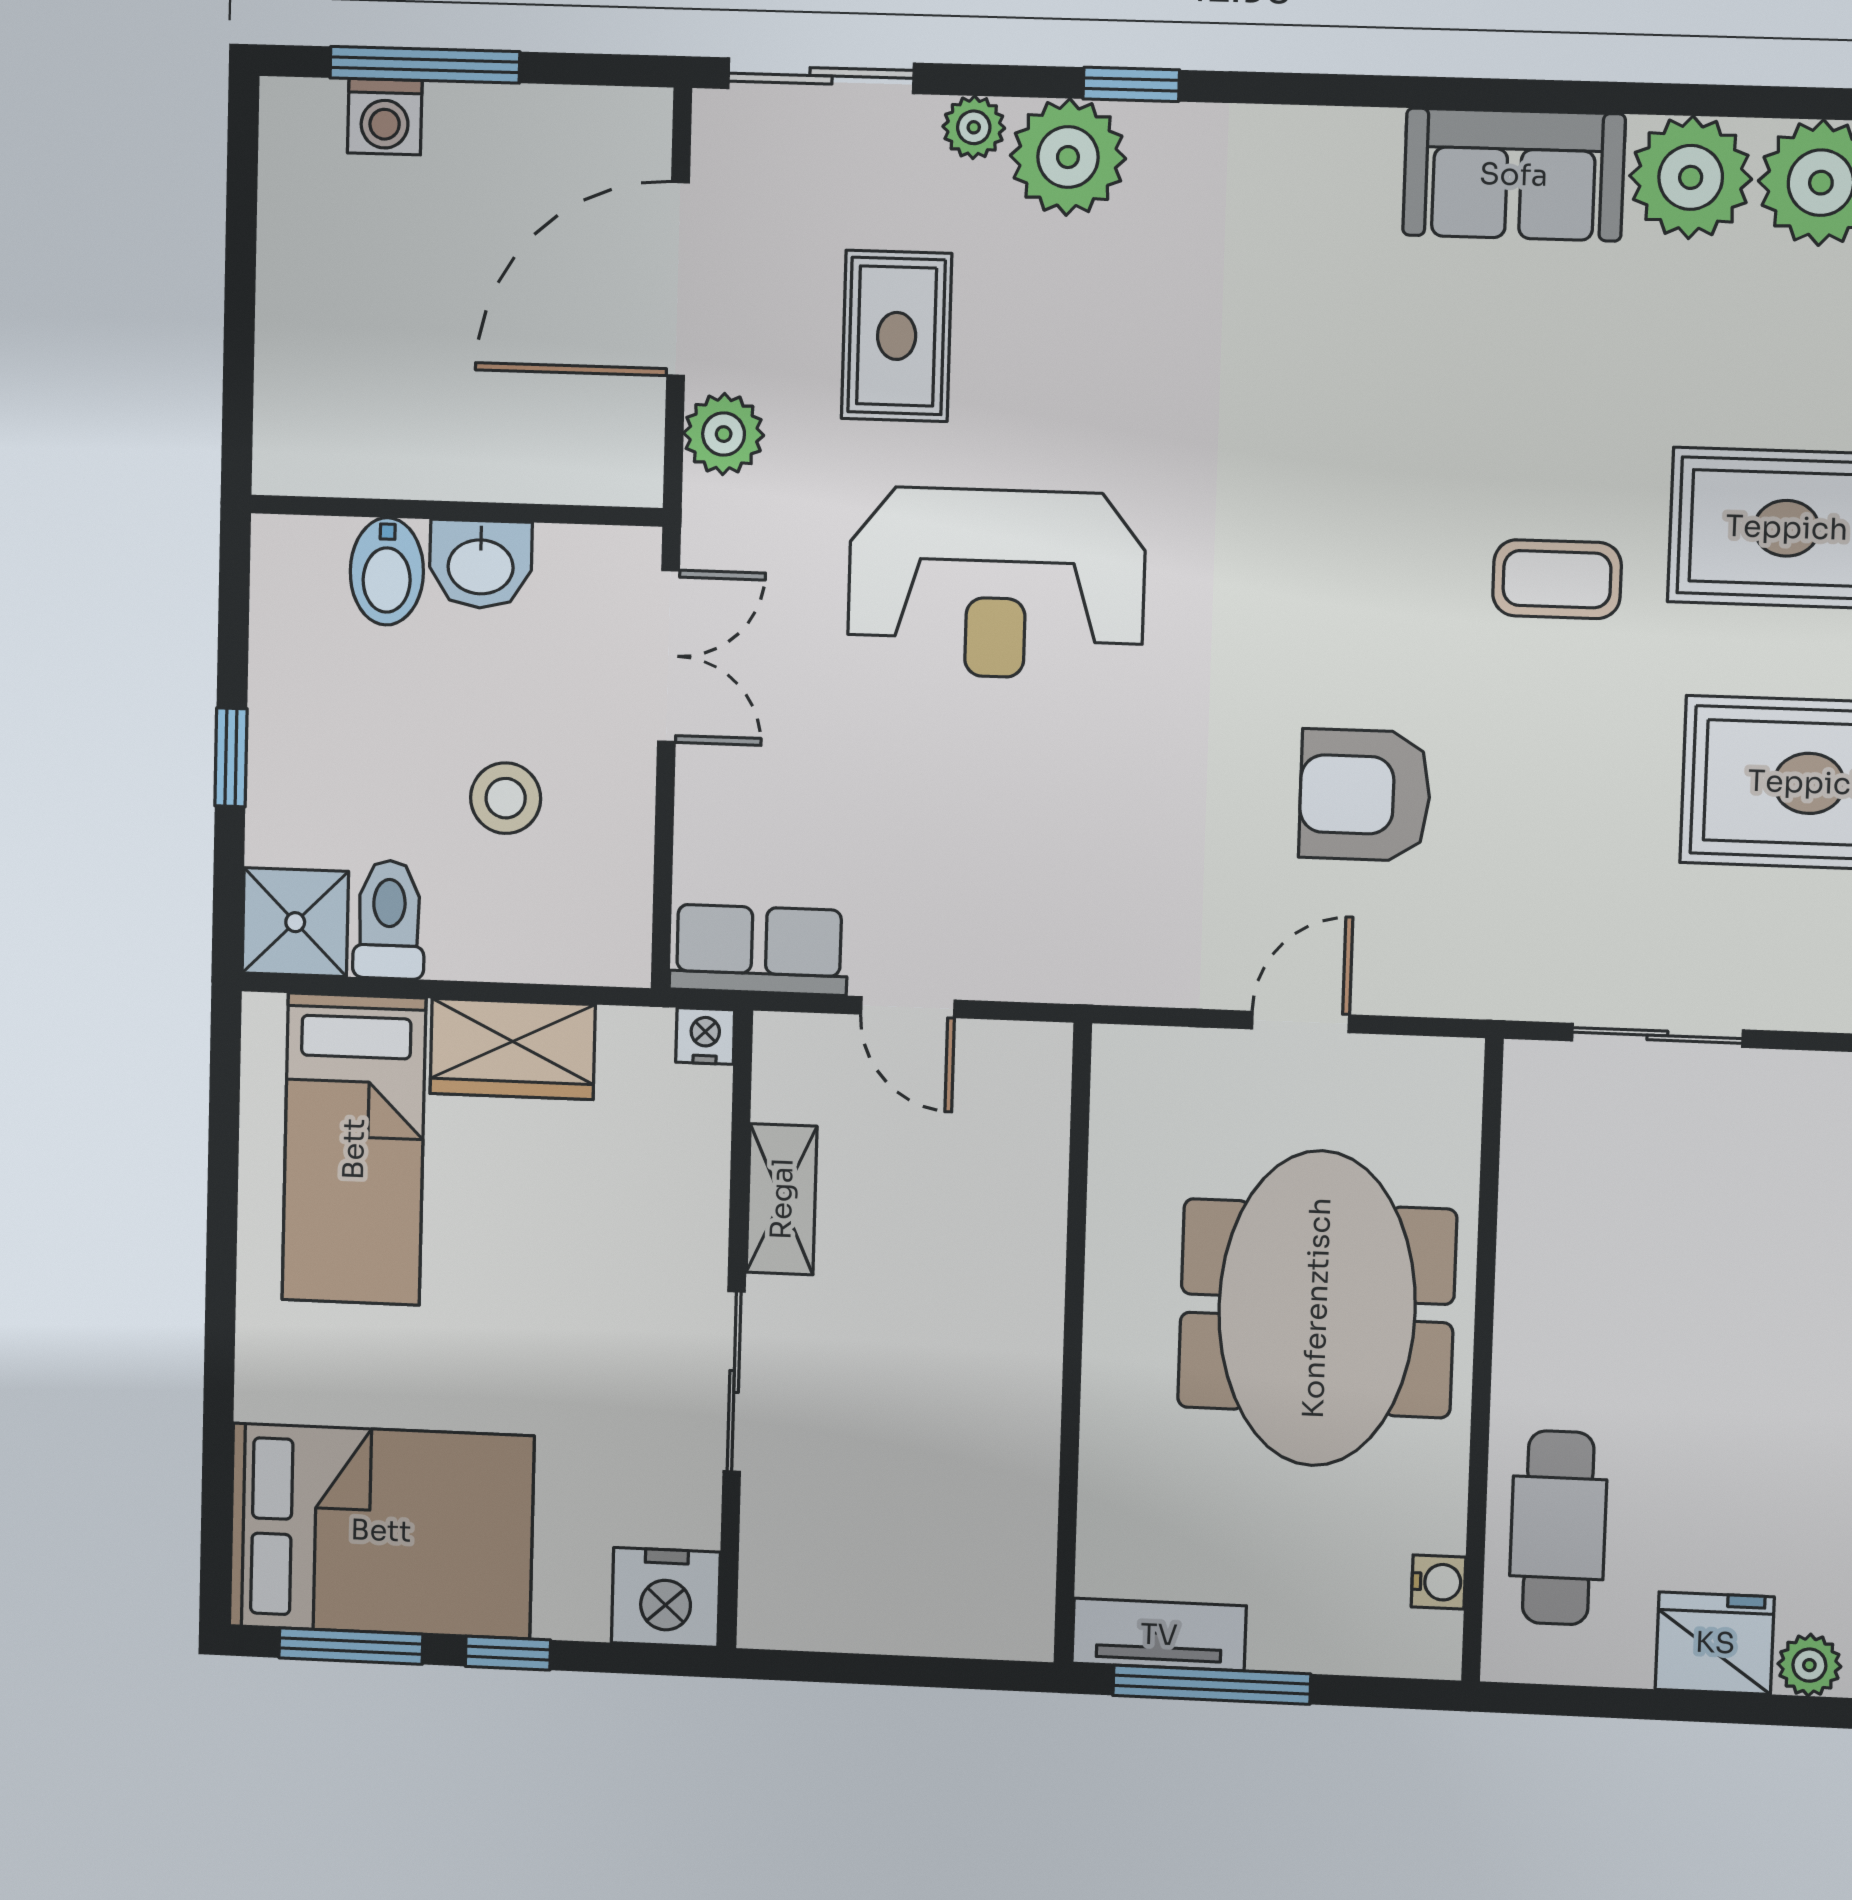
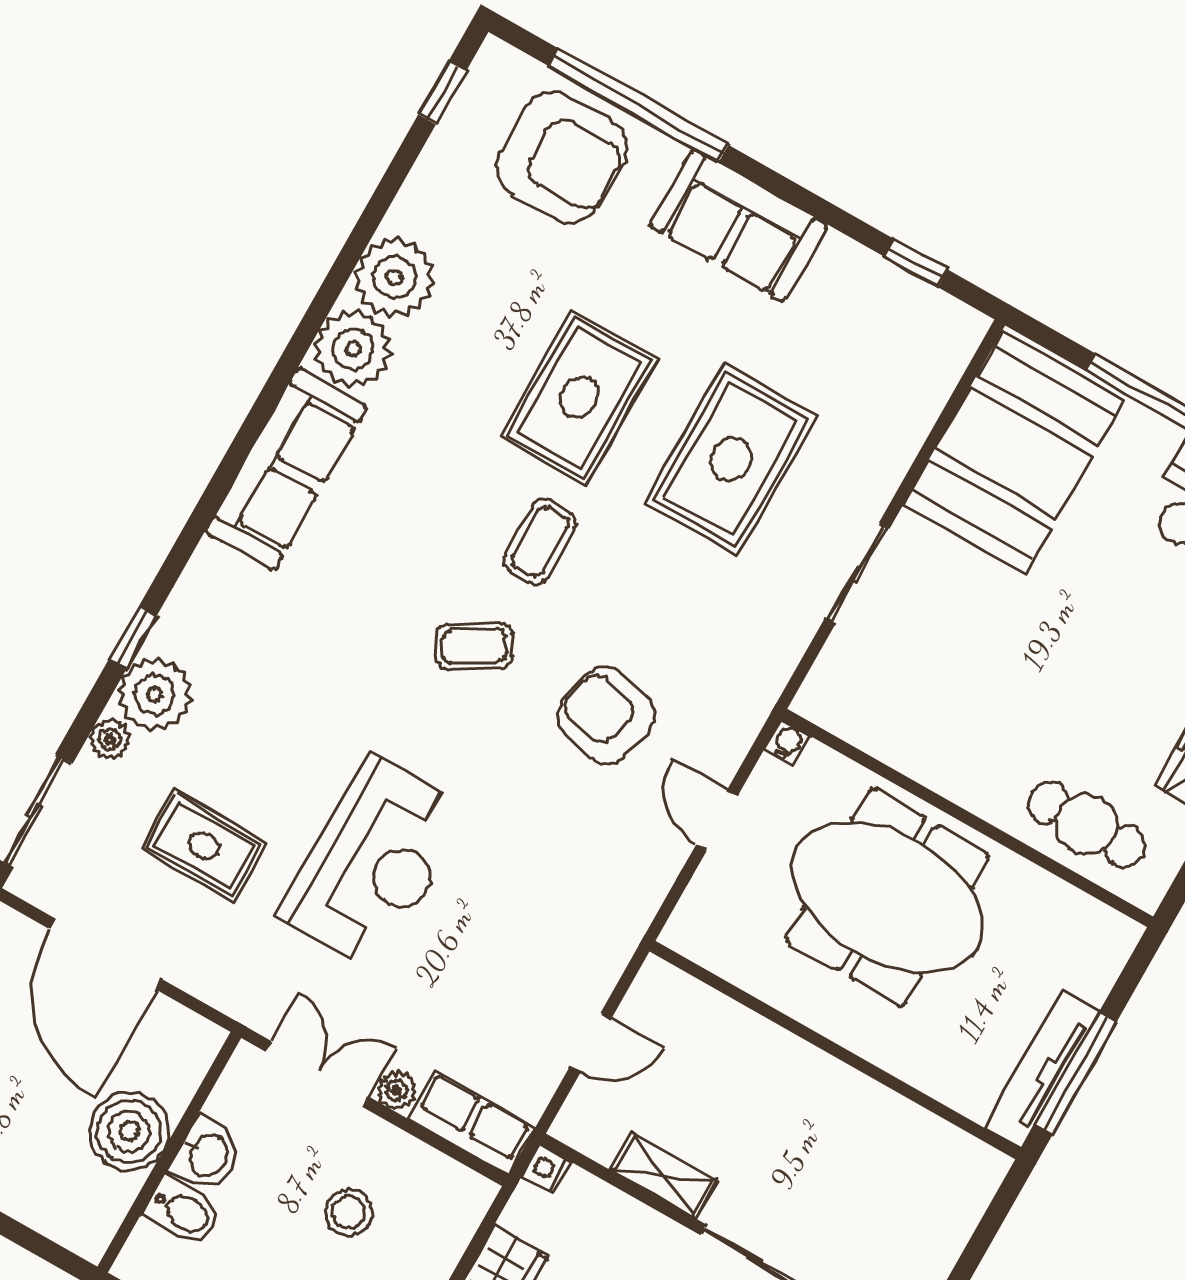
sofa: (1514, 175) -> (286, 469), width x1.36
plant: (724, 434) -> (396, 1090), moved, width x0.73, depth x0.73
boiler: (456, 440) -> (129, 1131), added
coffee table: (1366, 564) -> (474, 646), added
armchair: (1365, 795) -> (606, 715), turned 103
row of seats: (759, 950) -> (471, 1123), moved, turned 90
sliding door: (1657, 1035) -> (857, 574), moved
water cooler: (1438, 1582) -> (788, 743), moved
tv unit: (1159, 1635) -> (1042, 1069), width x1.41

